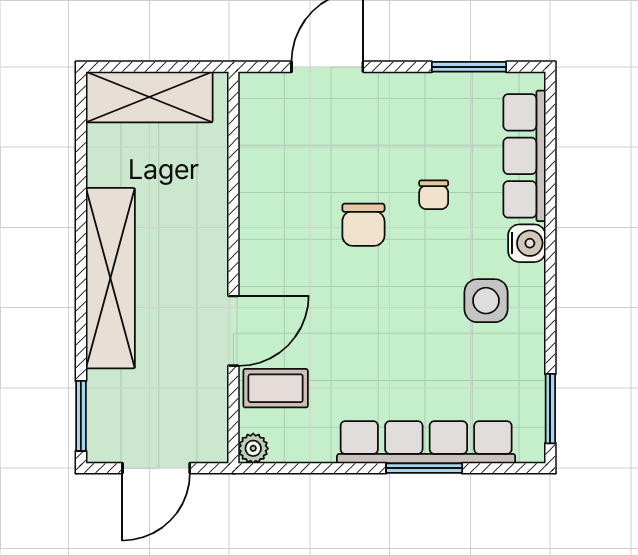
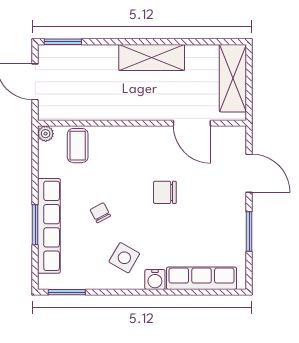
window: (469, 67) -> (249, 231), moved
chair: (434, 195) -> (100, 213), moved, turned 62
shelving: (110, 278) -> (152, 57), width x0.68
side table: (486, 301) -> (124, 258), turned 30
door: (233, 331) -> (192, 123), moved

